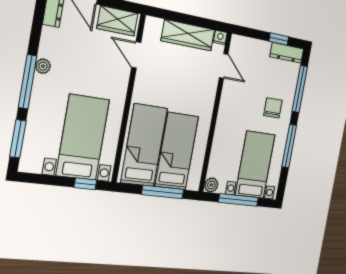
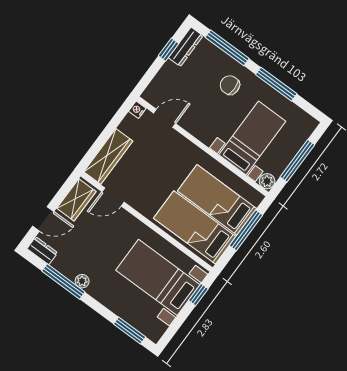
wardrobe: (188, 35) -> (108, 156), moved
window: (28, 82) -> (63, 281), moved
bed with nightstands: (255, 165) -> (252, 138), moved, turned 90

